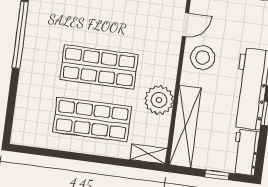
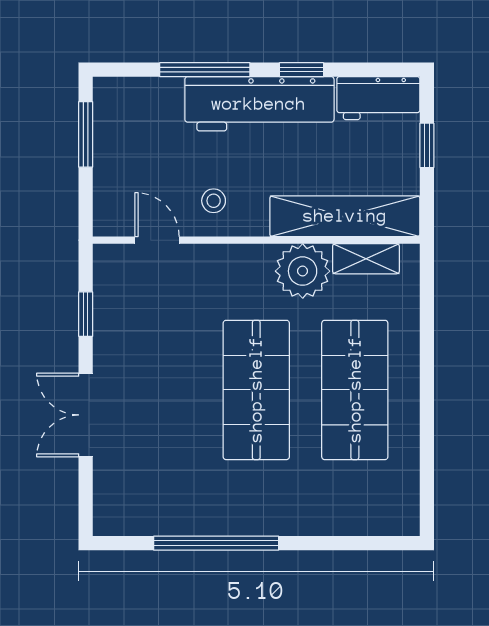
stool: (203, 58) -> (214, 201), width x0.53, depth x0.53
shelving: (149, 154) -> (366, 259), moved, turned 90

